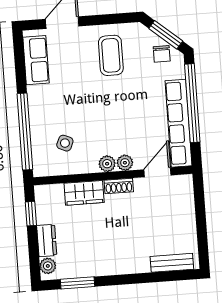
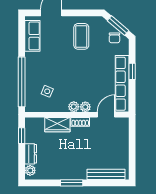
window: (192, 103) -> (132, 71), width x0.32
bench: (172, 263) -> (106, 174), width x1.36
window: (78, 283) -> (72, 183), moved

